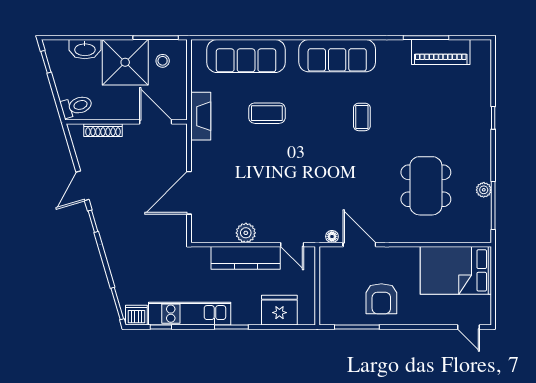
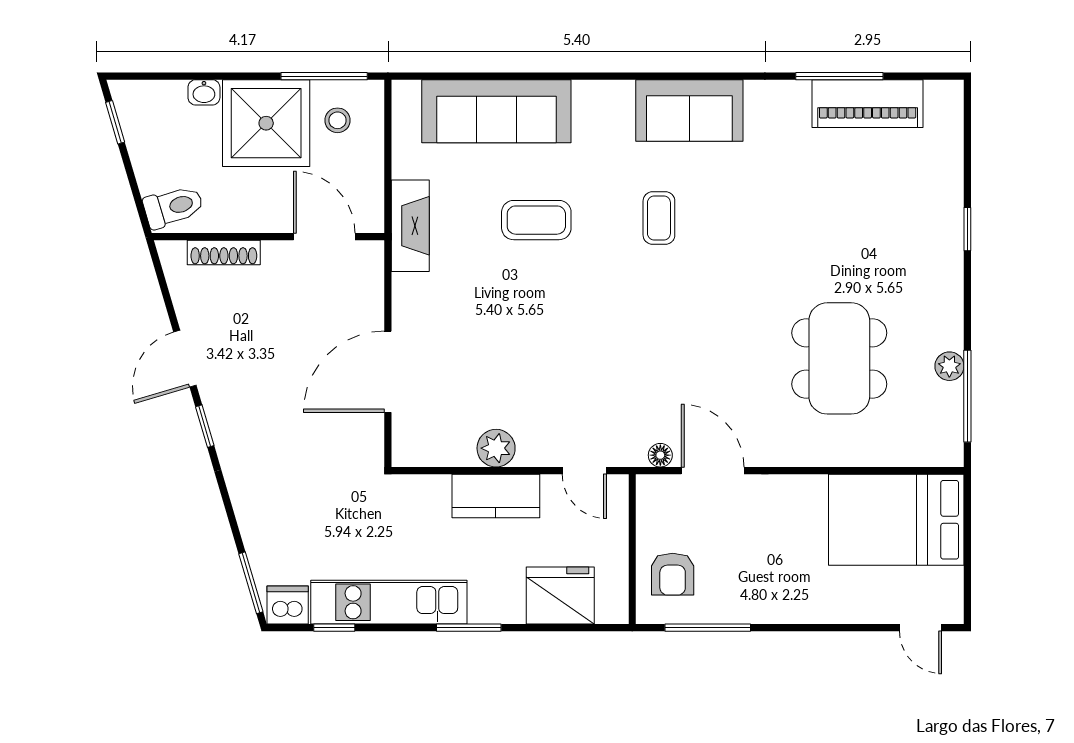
washbasin: (85, 49) -> (204, 92), width x0.52, depth x0.69
sofa: (337, 56) -> (689, 111), width x0.73
coffee table: (362, 117) -> (659, 218), moved
kitchen counter: (246, 258) -> (496, 496), width x0.67
armchair: (381, 299) -> (673, 574), moved, width x0.72, depth x0.72

